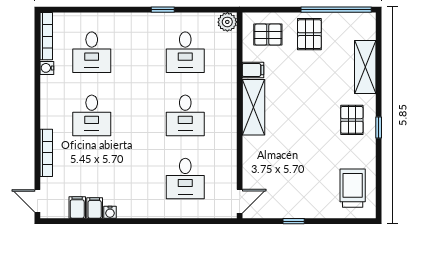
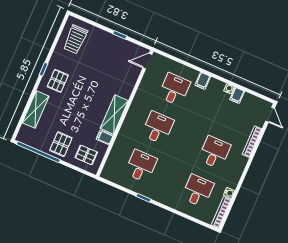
plant: (227, 22) -> (108, 173), removed
filing cabinet: (77, 207) -> (203, 81), moved

